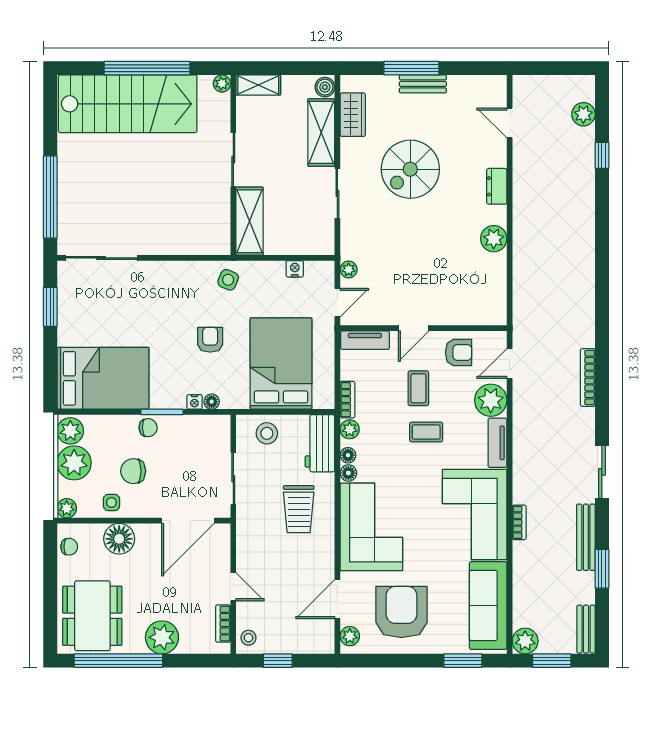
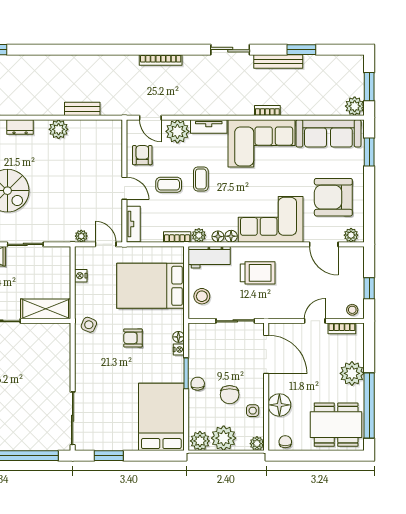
bench: (586, 629) -> (82, 109), moved

